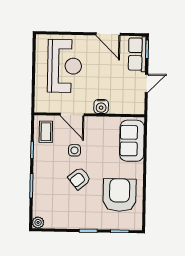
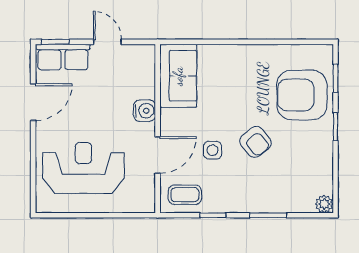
sofa: (132, 141) -> (178, 76), moved, turned -90
armchair: (120, 195) -> (302, 95), moved

